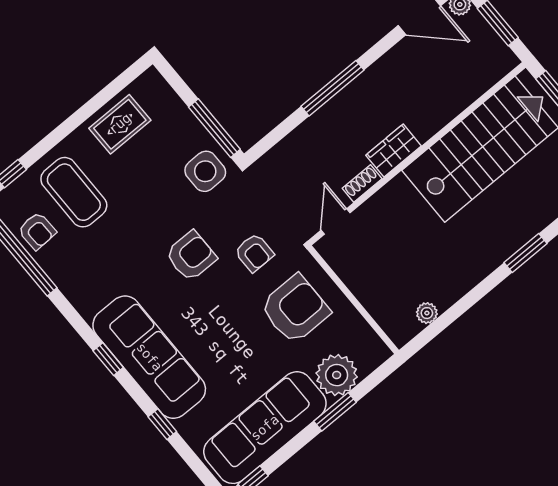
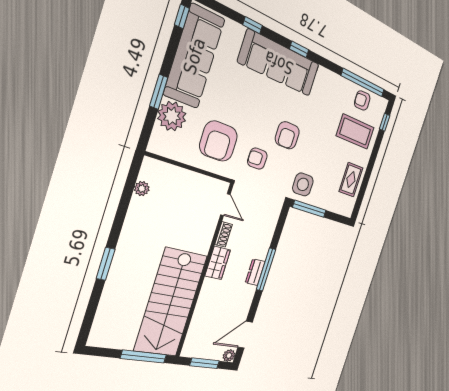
dresser: (350, 97) -> (255, 272), added

